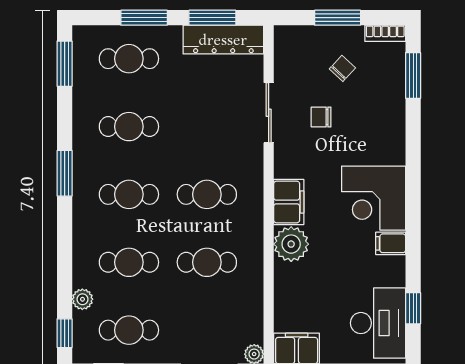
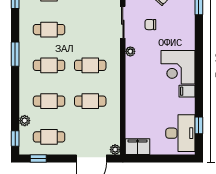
filing cabinet: (289, 202) -> (133, 69), removed
plant: (291, 244) -> (130, 51), moved, width x0.53, depth x0.53

